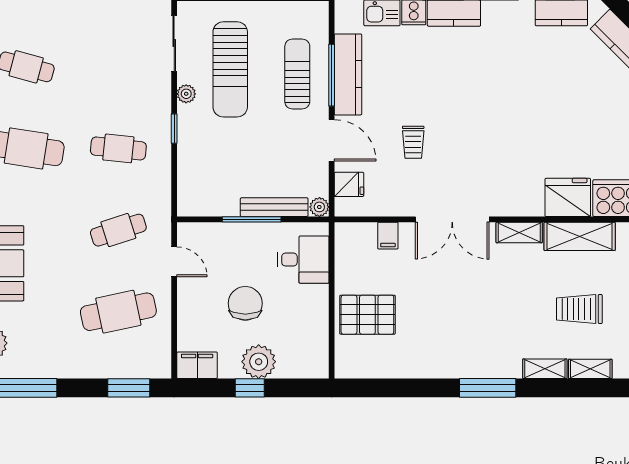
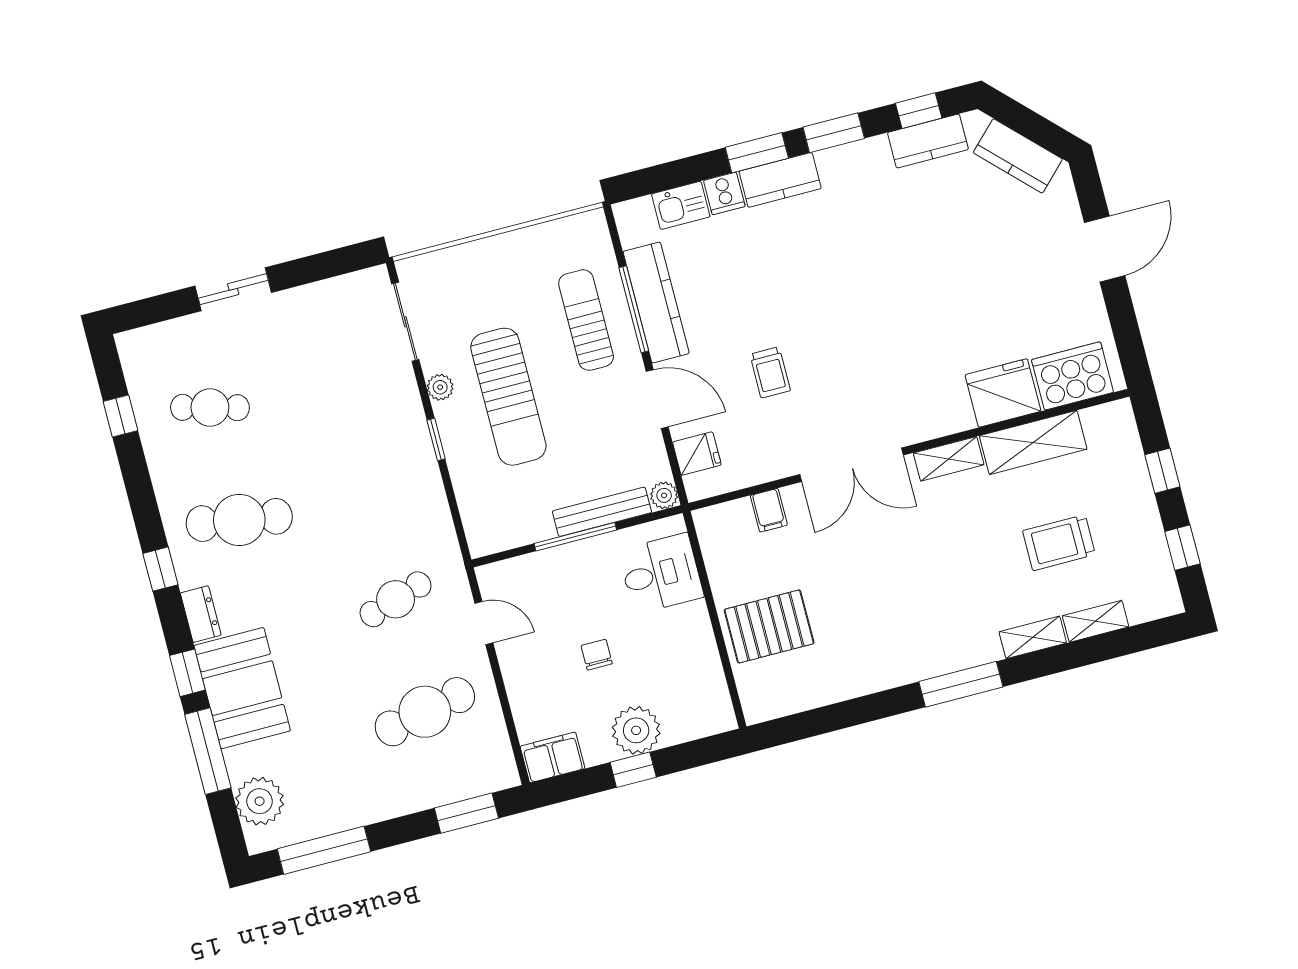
sun lounger: (230, 69) -> (508, 397), moved
cafe table: (118, 148) -> (366, 487), removed
chair: (245, 303) -> (597, 655), width x0.54, depth x0.54

